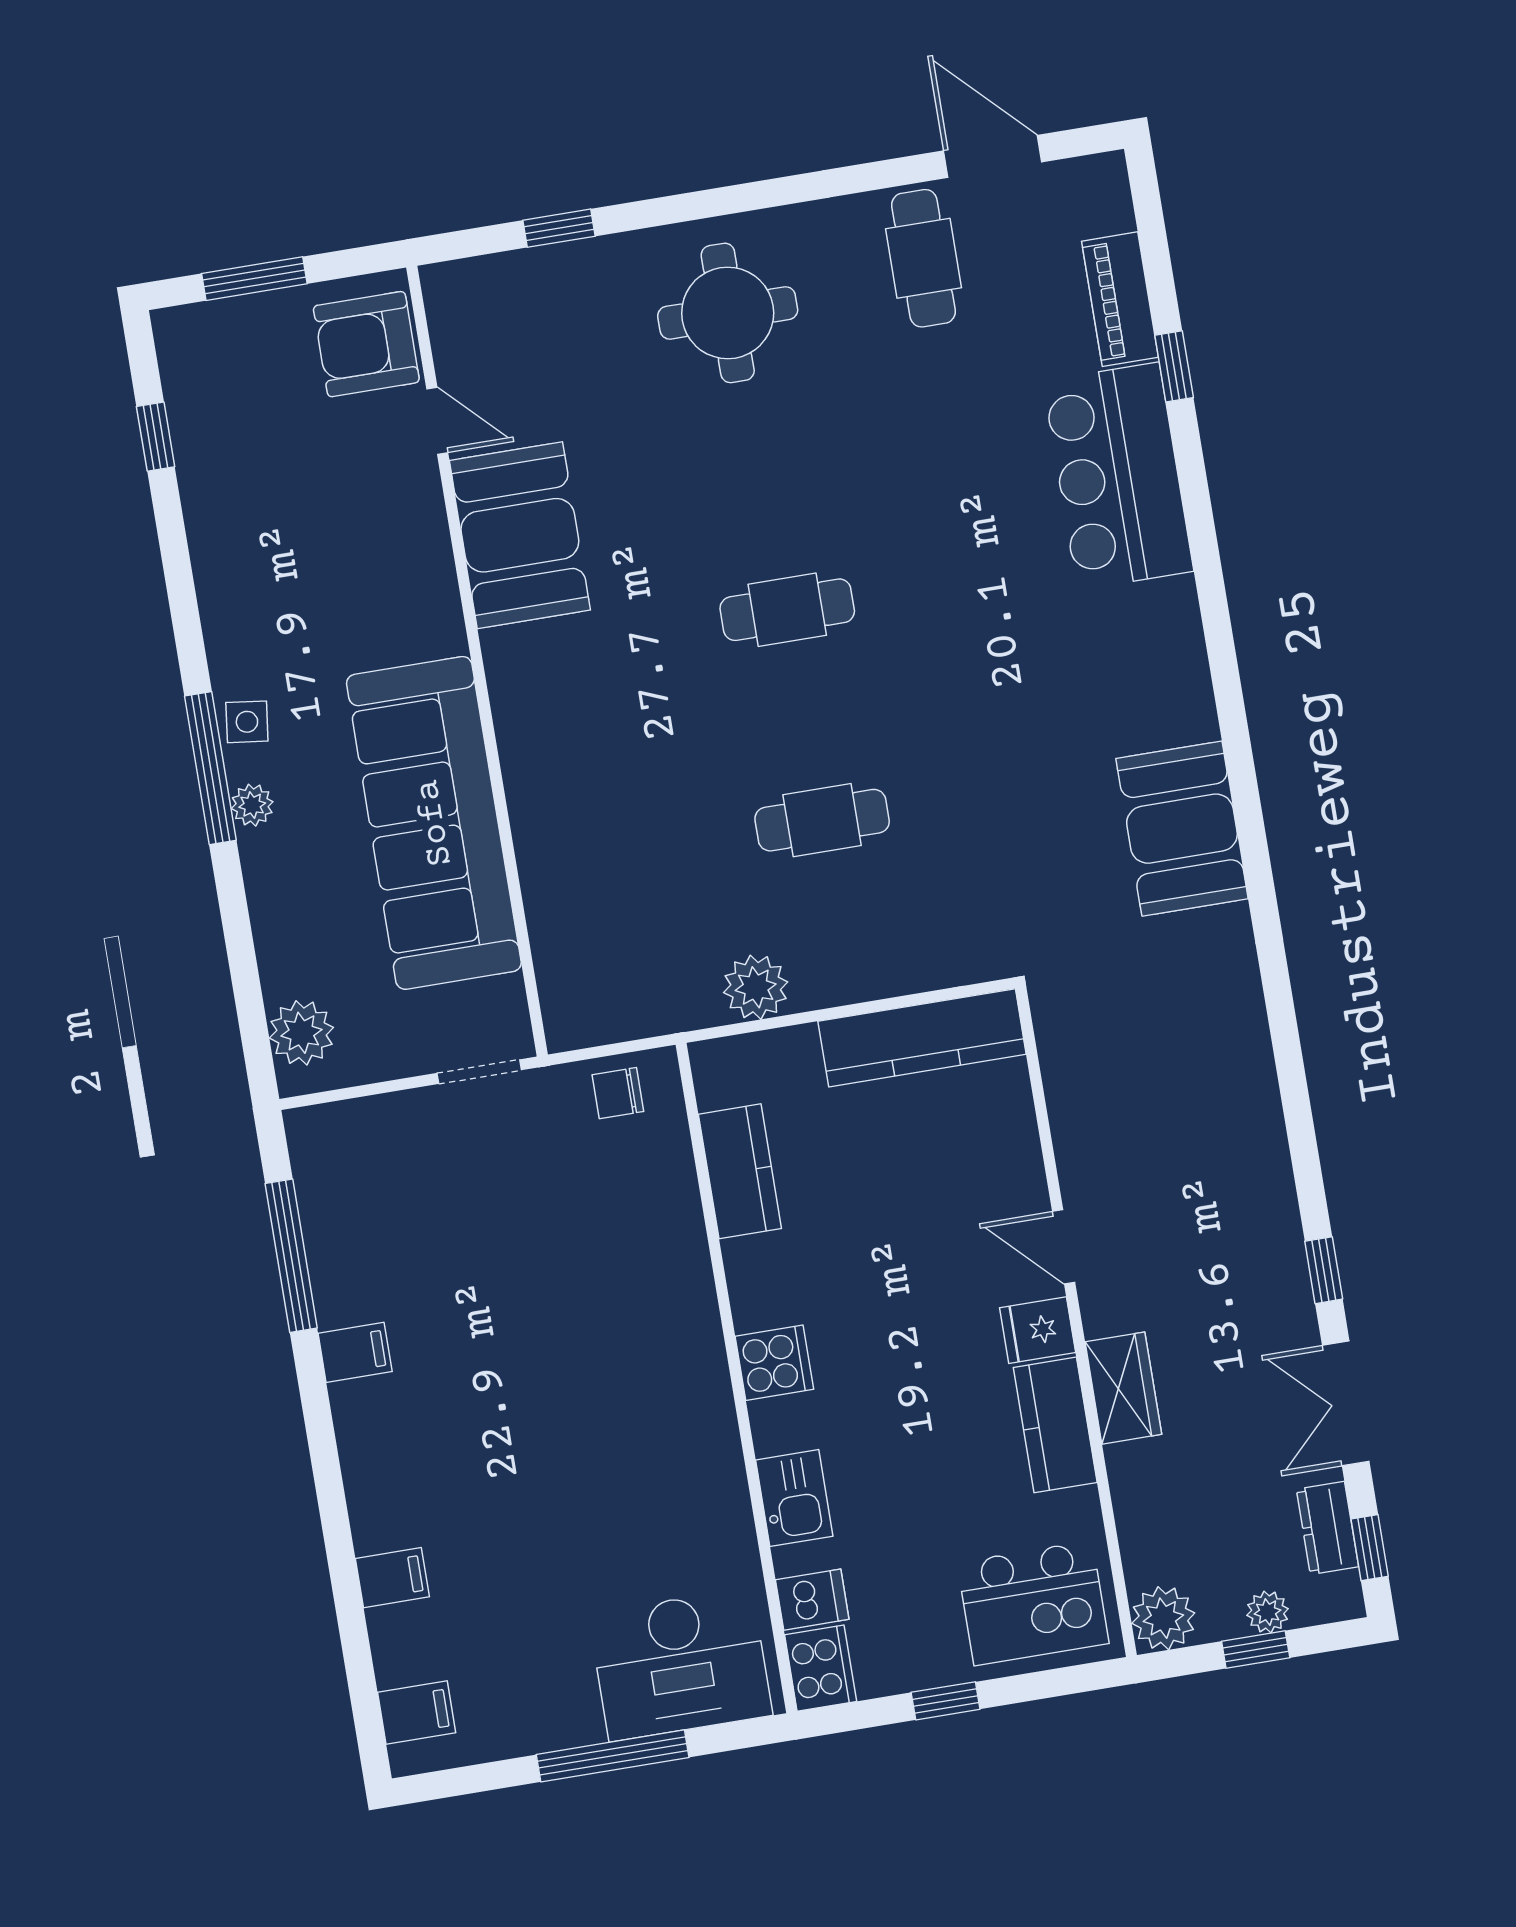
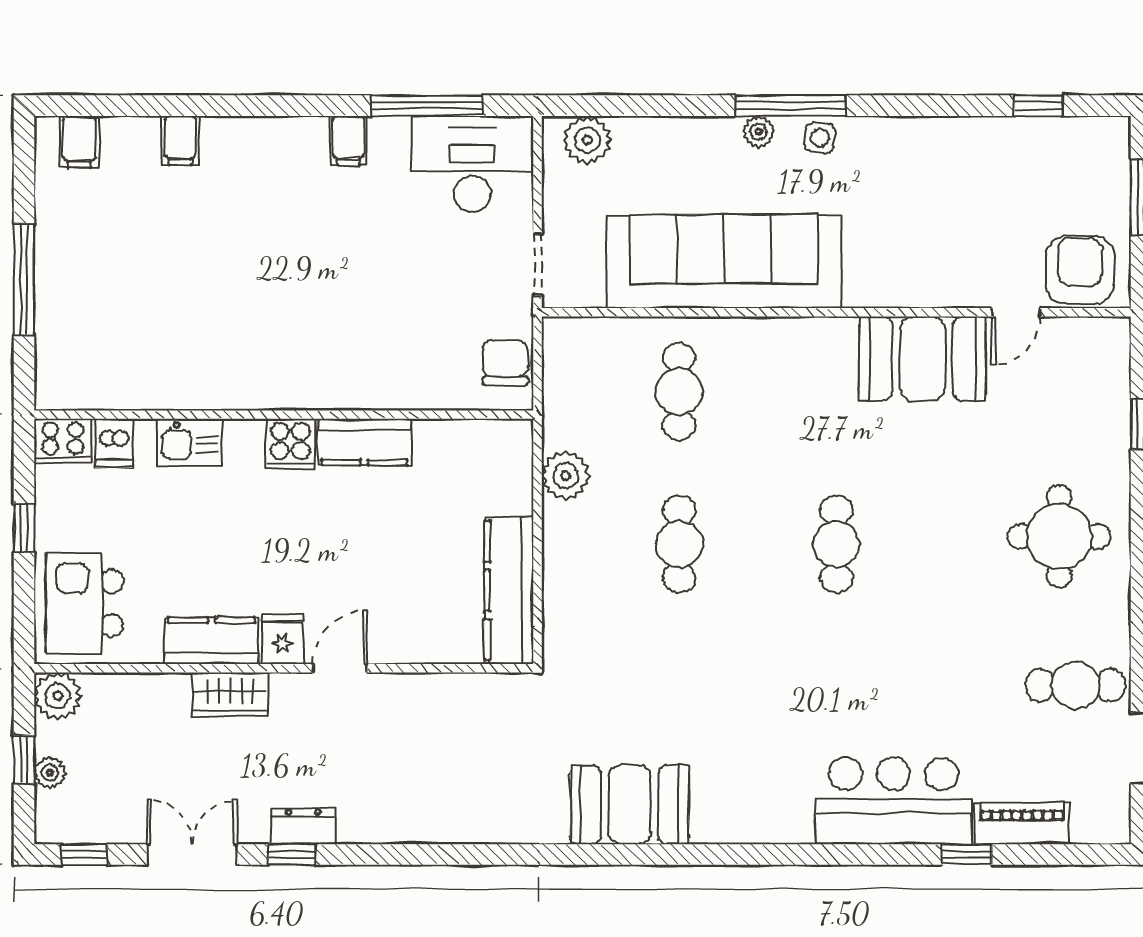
cafe table: (618, 854) -> (679, 392), added
chair: (618, 1093) -> (505, 363), width x1.37, depth x1.37
kitchen counter: (740, 1171) -> (364, 442), moved
dresser: (1327, 1528) -> (303, 826), moved
desk: (680, 1665) -> (472, 164), moved, turned 90

